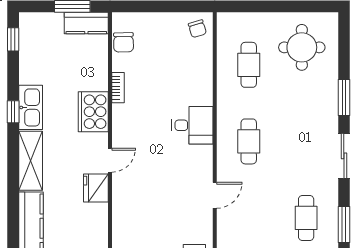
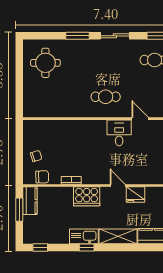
chair: (197, 29) -> (36, 156), moved
cafe table: (249, 65) -> (57, 97), removed
desk: (192, 125) -> (119, 133), moved

